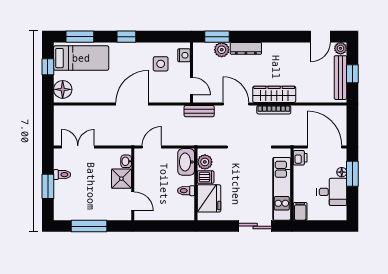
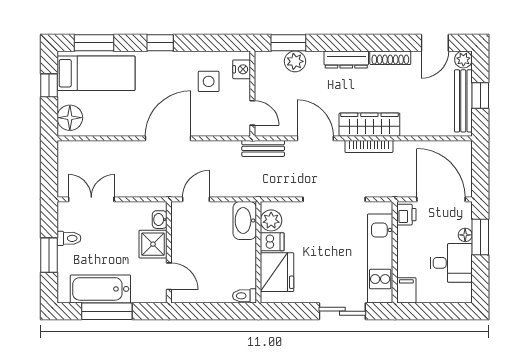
shoe rack: (289, 47) -> (390, 58), added
dresser: (246, 48) -> (346, 59), moved
toilet: (186, 191) -> (245, 296), moved
bathtub: (84, 210) -> (100, 289), added

